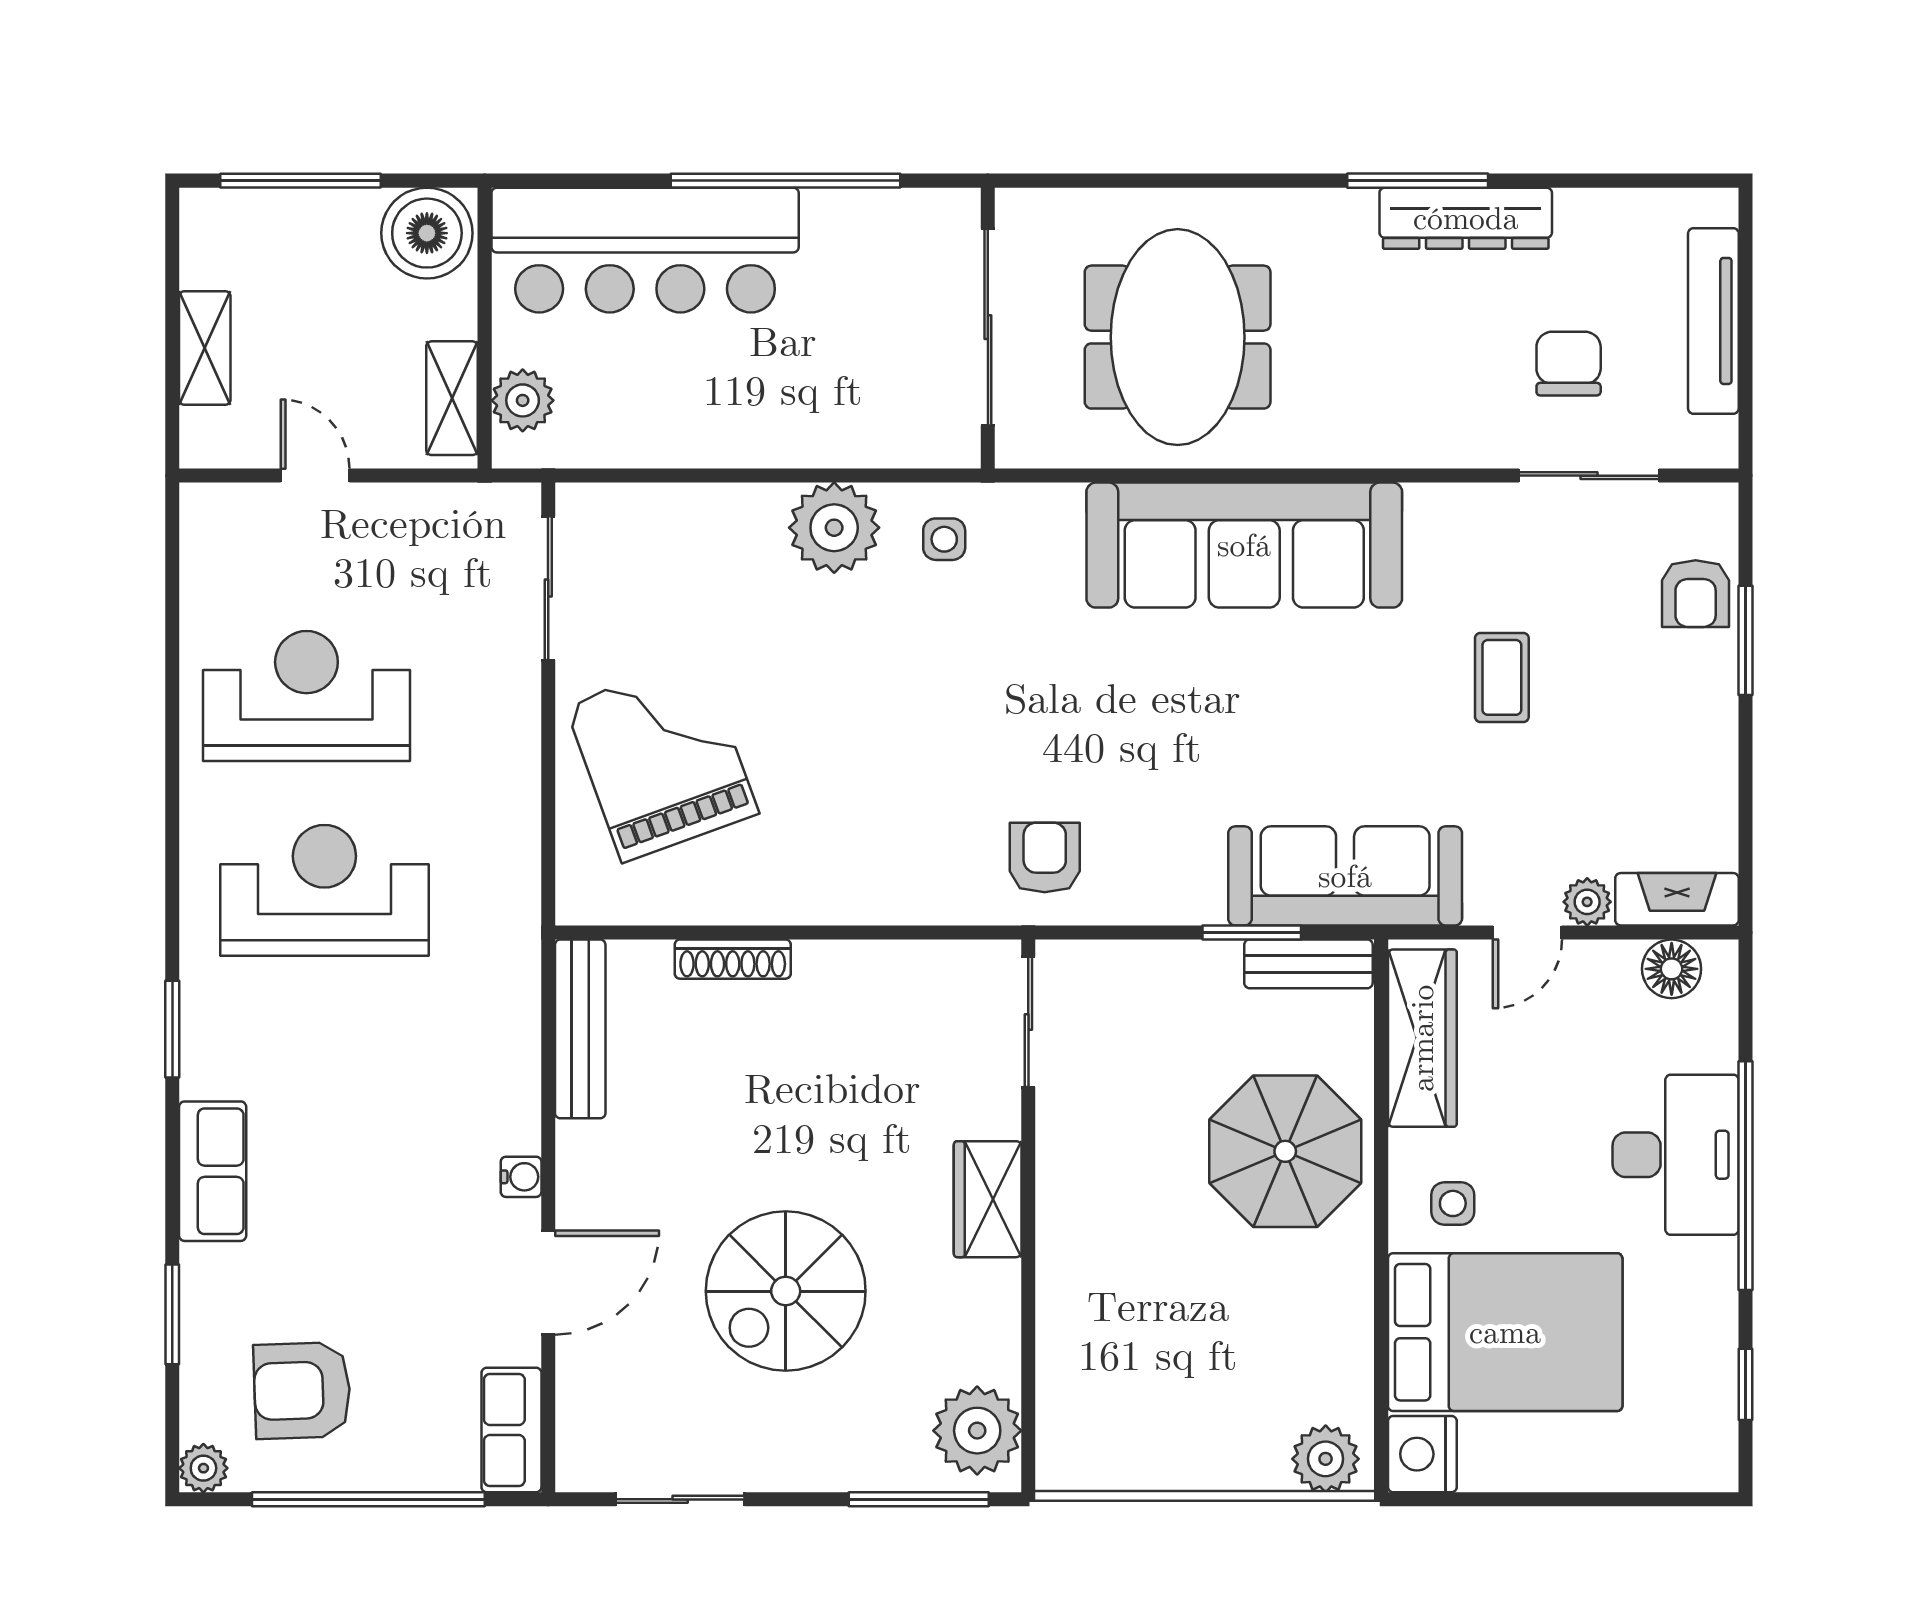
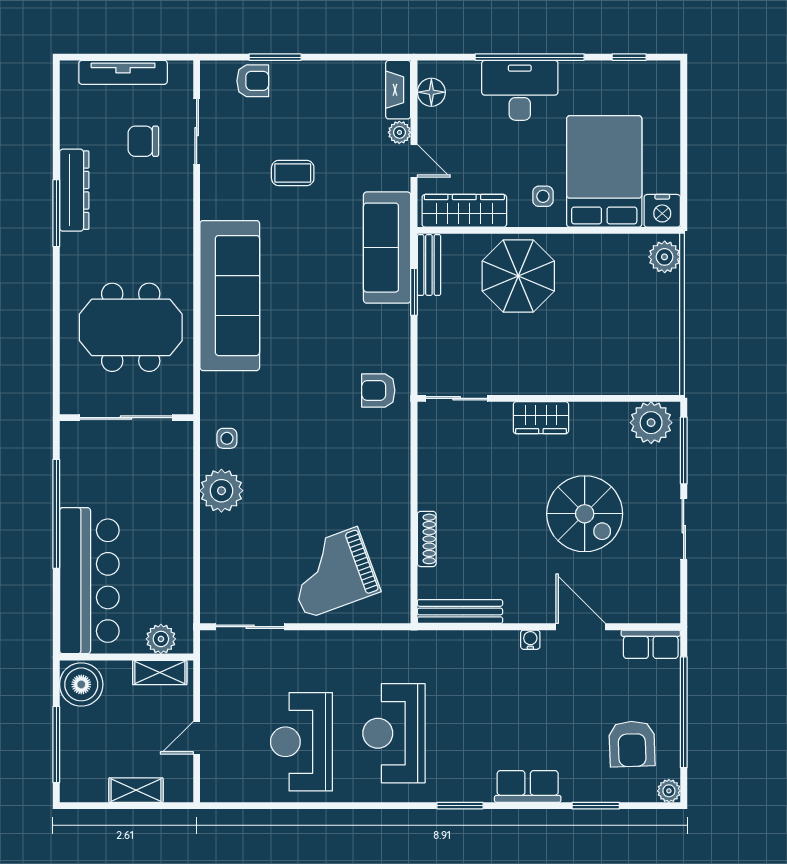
sliding door: (680, 1499) -> (684, 529), moved

